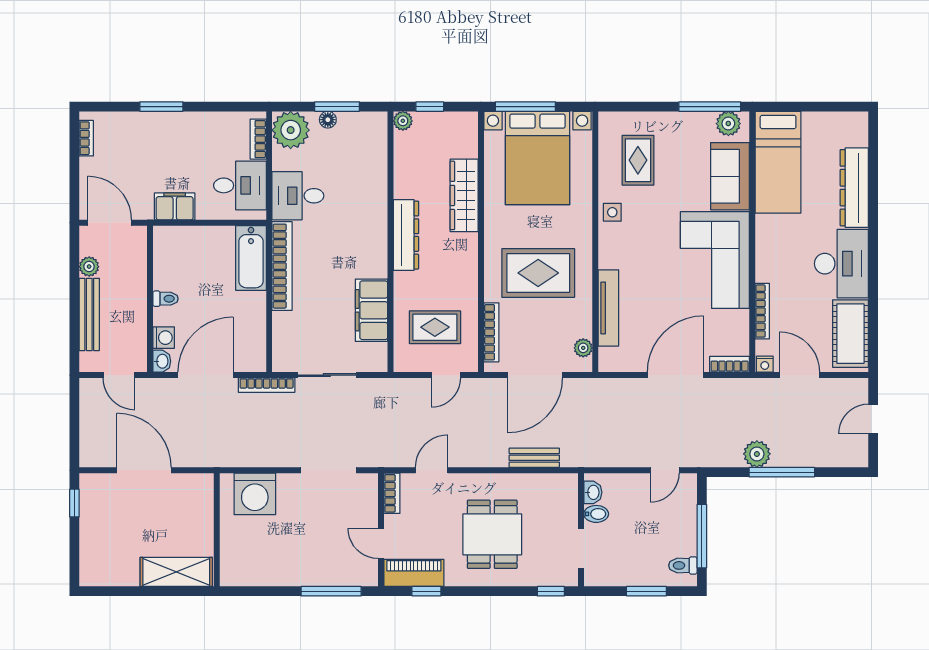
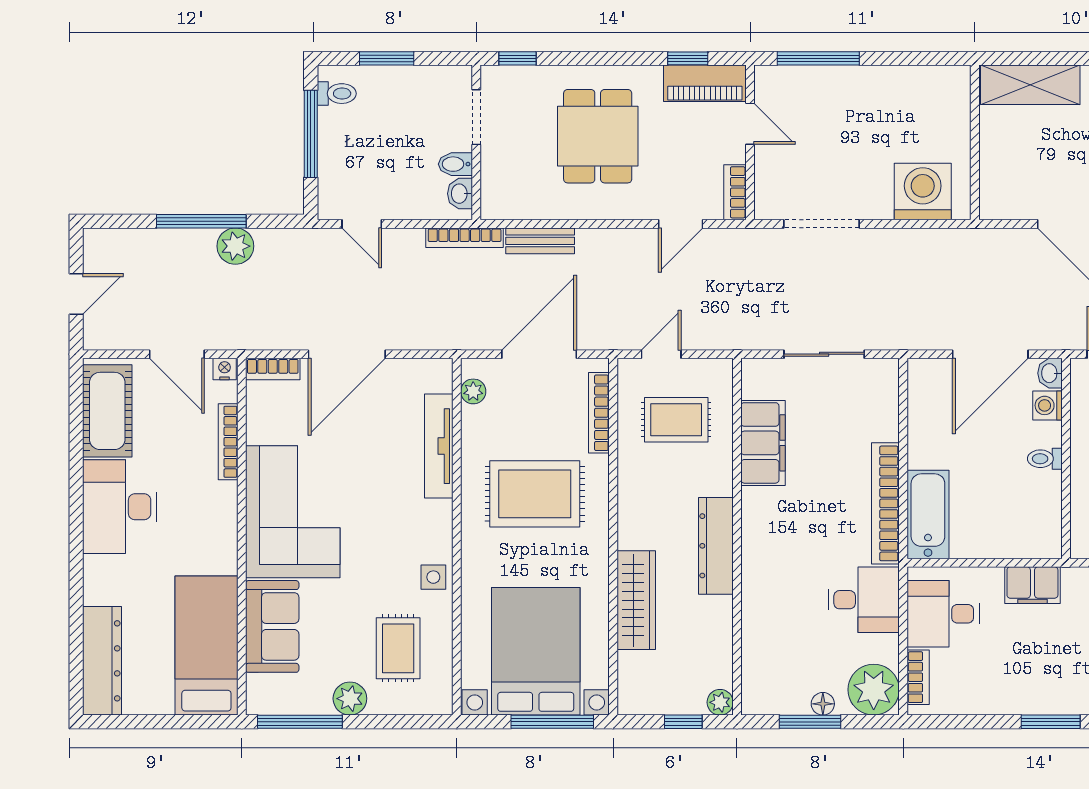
plant: (728, 124) -> (350, 699), moved
dresser: (854, 188) -> (102, 661), moved
bookcase: (267, 385) -> (465, 238), moved, turned 180
door: (665, 470) -> (362, 224), swing flipped

